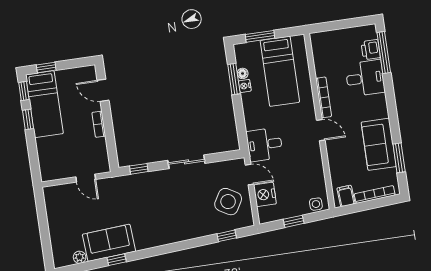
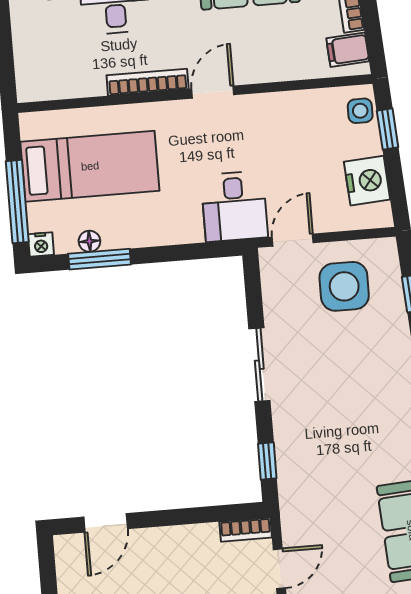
window: (260, 36) -> (17, 202), width x1.44
nightstand: (245, 86) -> (41, 244), moved
bookcase: (99, 124) -> (246, 530), moved
nightstand: (265, 194) -> (367, 181), moved, turned -94
side table: (228, 202) -> (344, 286), turned -30
window: (294, 221) -> (388, 129), moved

